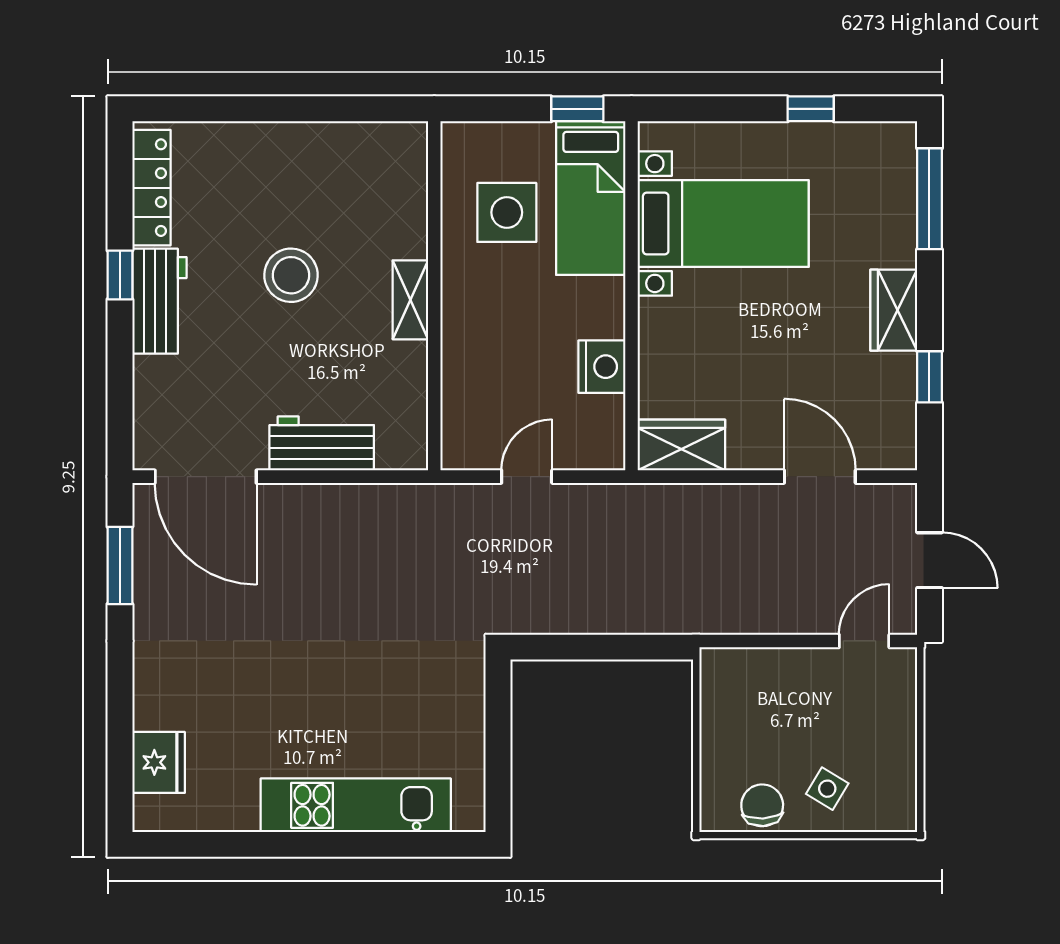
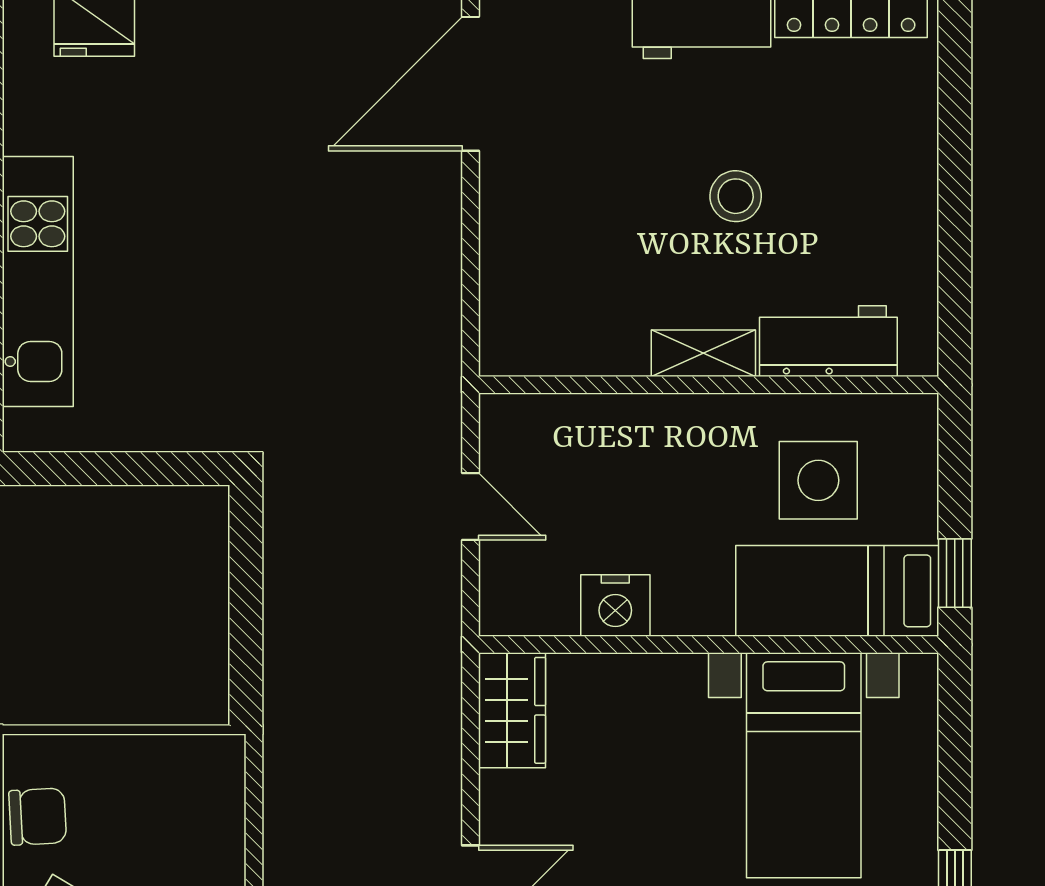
stool: (291, 275) -> (736, 196), width x0.73, depth x0.73
workbench: (322, 443) -> (828, 341), moved, turned -90

